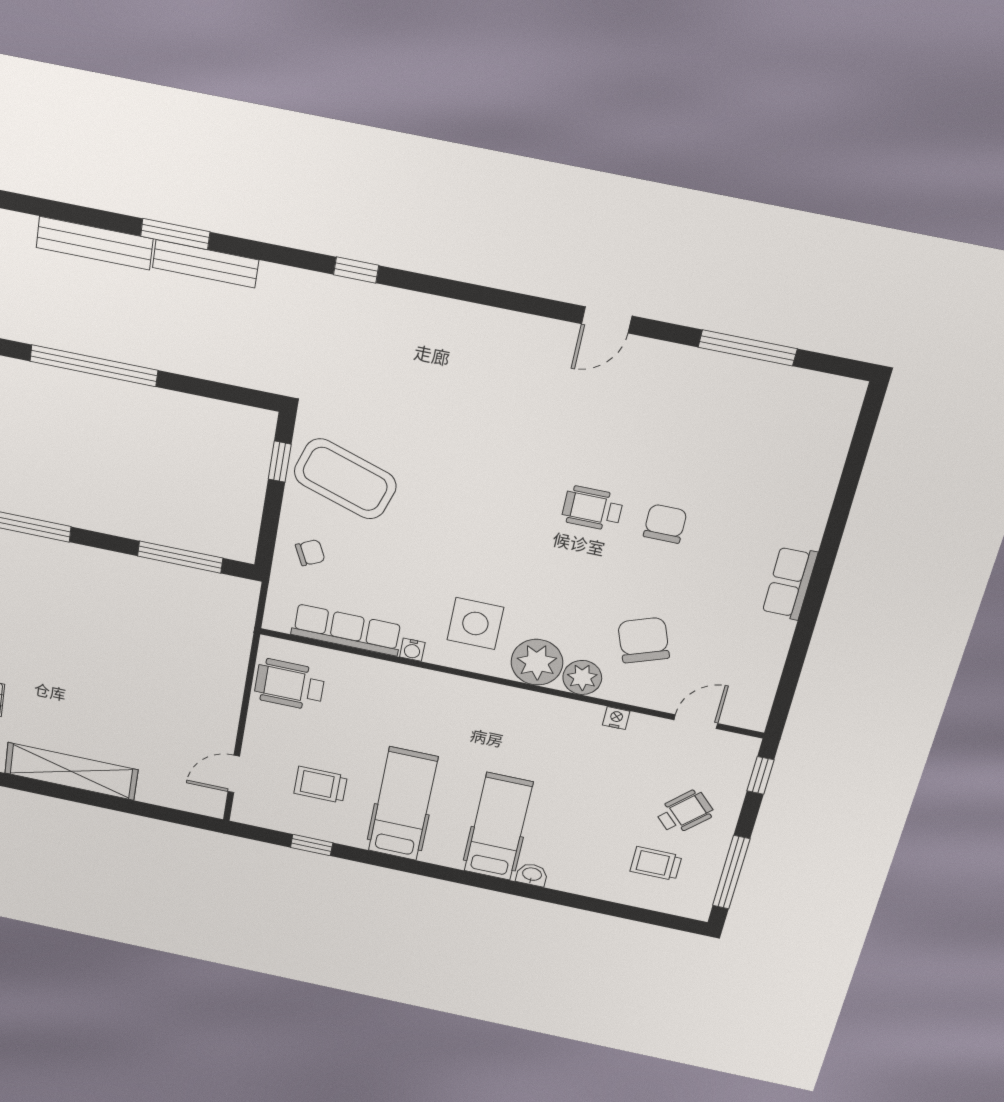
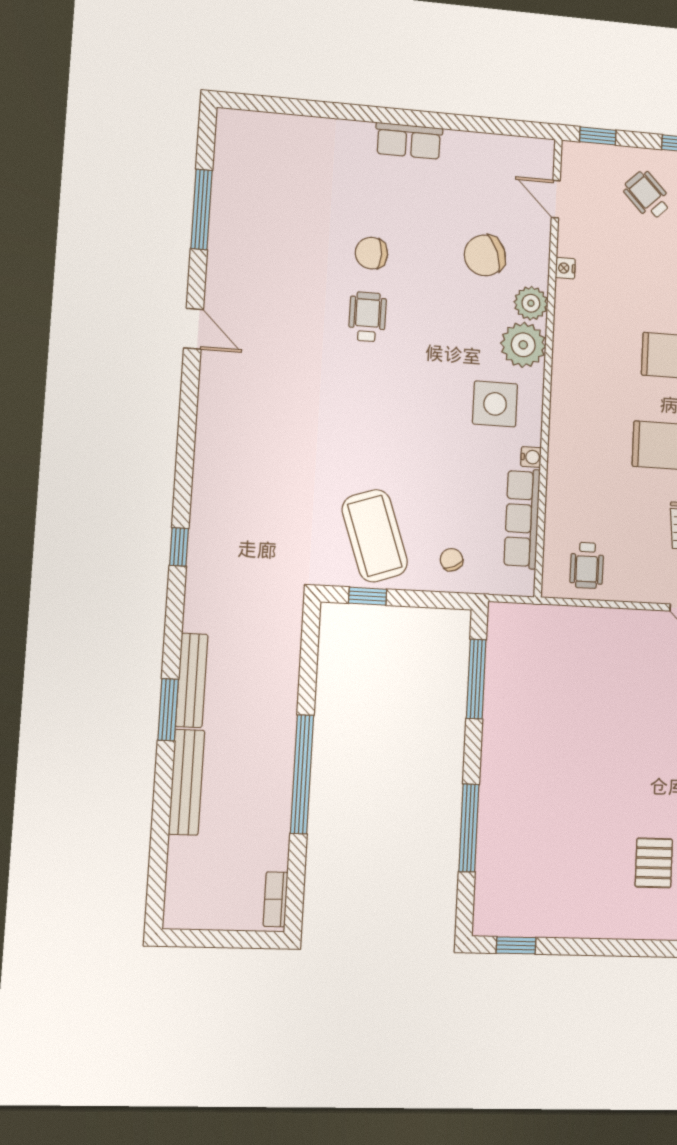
coffee table: (345, 479) -> (375, 536), turned -37
wheelchair: (592, 508) -> (367, 317), turned 180
wheelchair: (289, 685) -> (587, 565), width x0.73, depth x0.73

